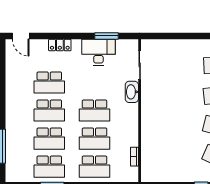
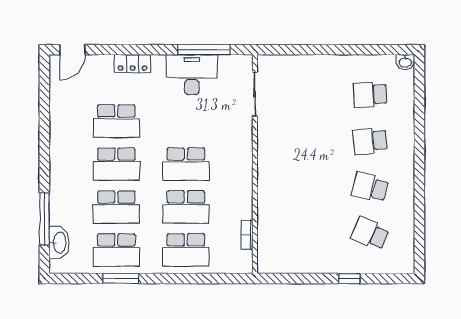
door: (21, 36) -> (73, 50), hinge flipped
window: (107, 36) -> (204, 50), width x1.44
washbasin: (132, 92) -> (59, 243), moved, turned 180

